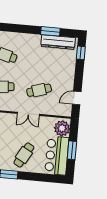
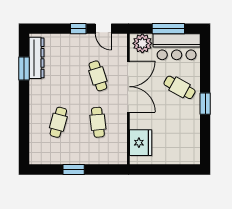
window: (81, 53) -> (78, 29), moved
double door: (28, 114) -> (128, 87), width x1.87
window: (72, 150) -> (168, 29), width x1.44

